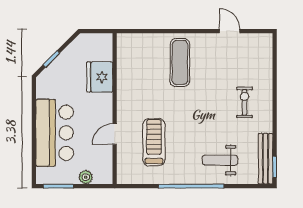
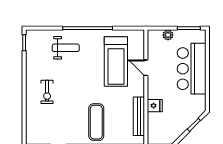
fridge: (100, 77) -> (155, 106), width x0.53, depth x0.75
door: (115, 134) -> (146, 68), swing flipped
treadmill: (154, 142) -> (116, 62), width x1.37, depth x1.38
bench: (266, 159) -> (139, 116), moved

